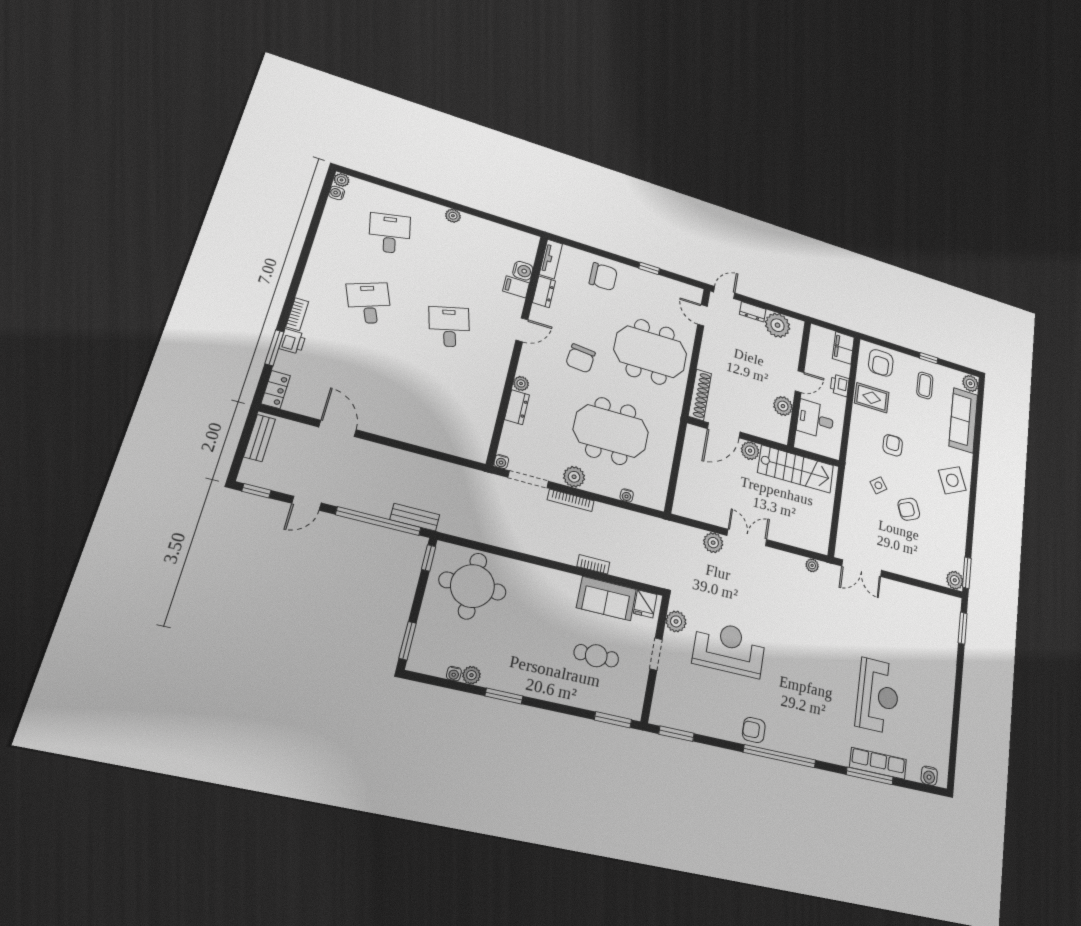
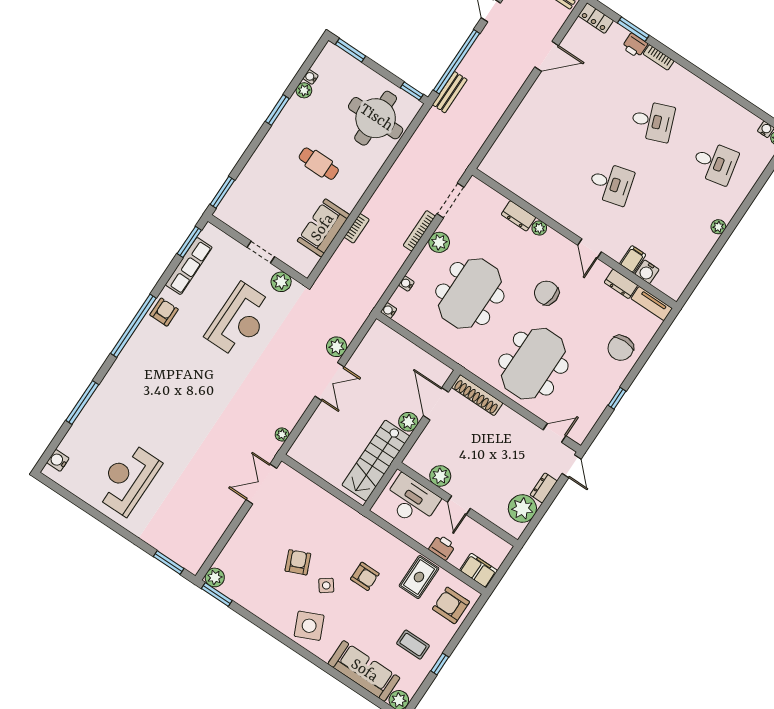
desk: (815, 419) -> (411, 501), width x1.37
water cooler: (501, 462) -> (389, 311), moved
side table: (878, 485) -> (326, 585), moved
fridge: (645, 604) -> (306, 260), removed
cafe table: (596, 656) -> (319, 164), moved, turned 90
reception desk: (878, 696) -> (128, 479), moved, turned 90
row of seats: (878, 763) -> (189, 266), moved

